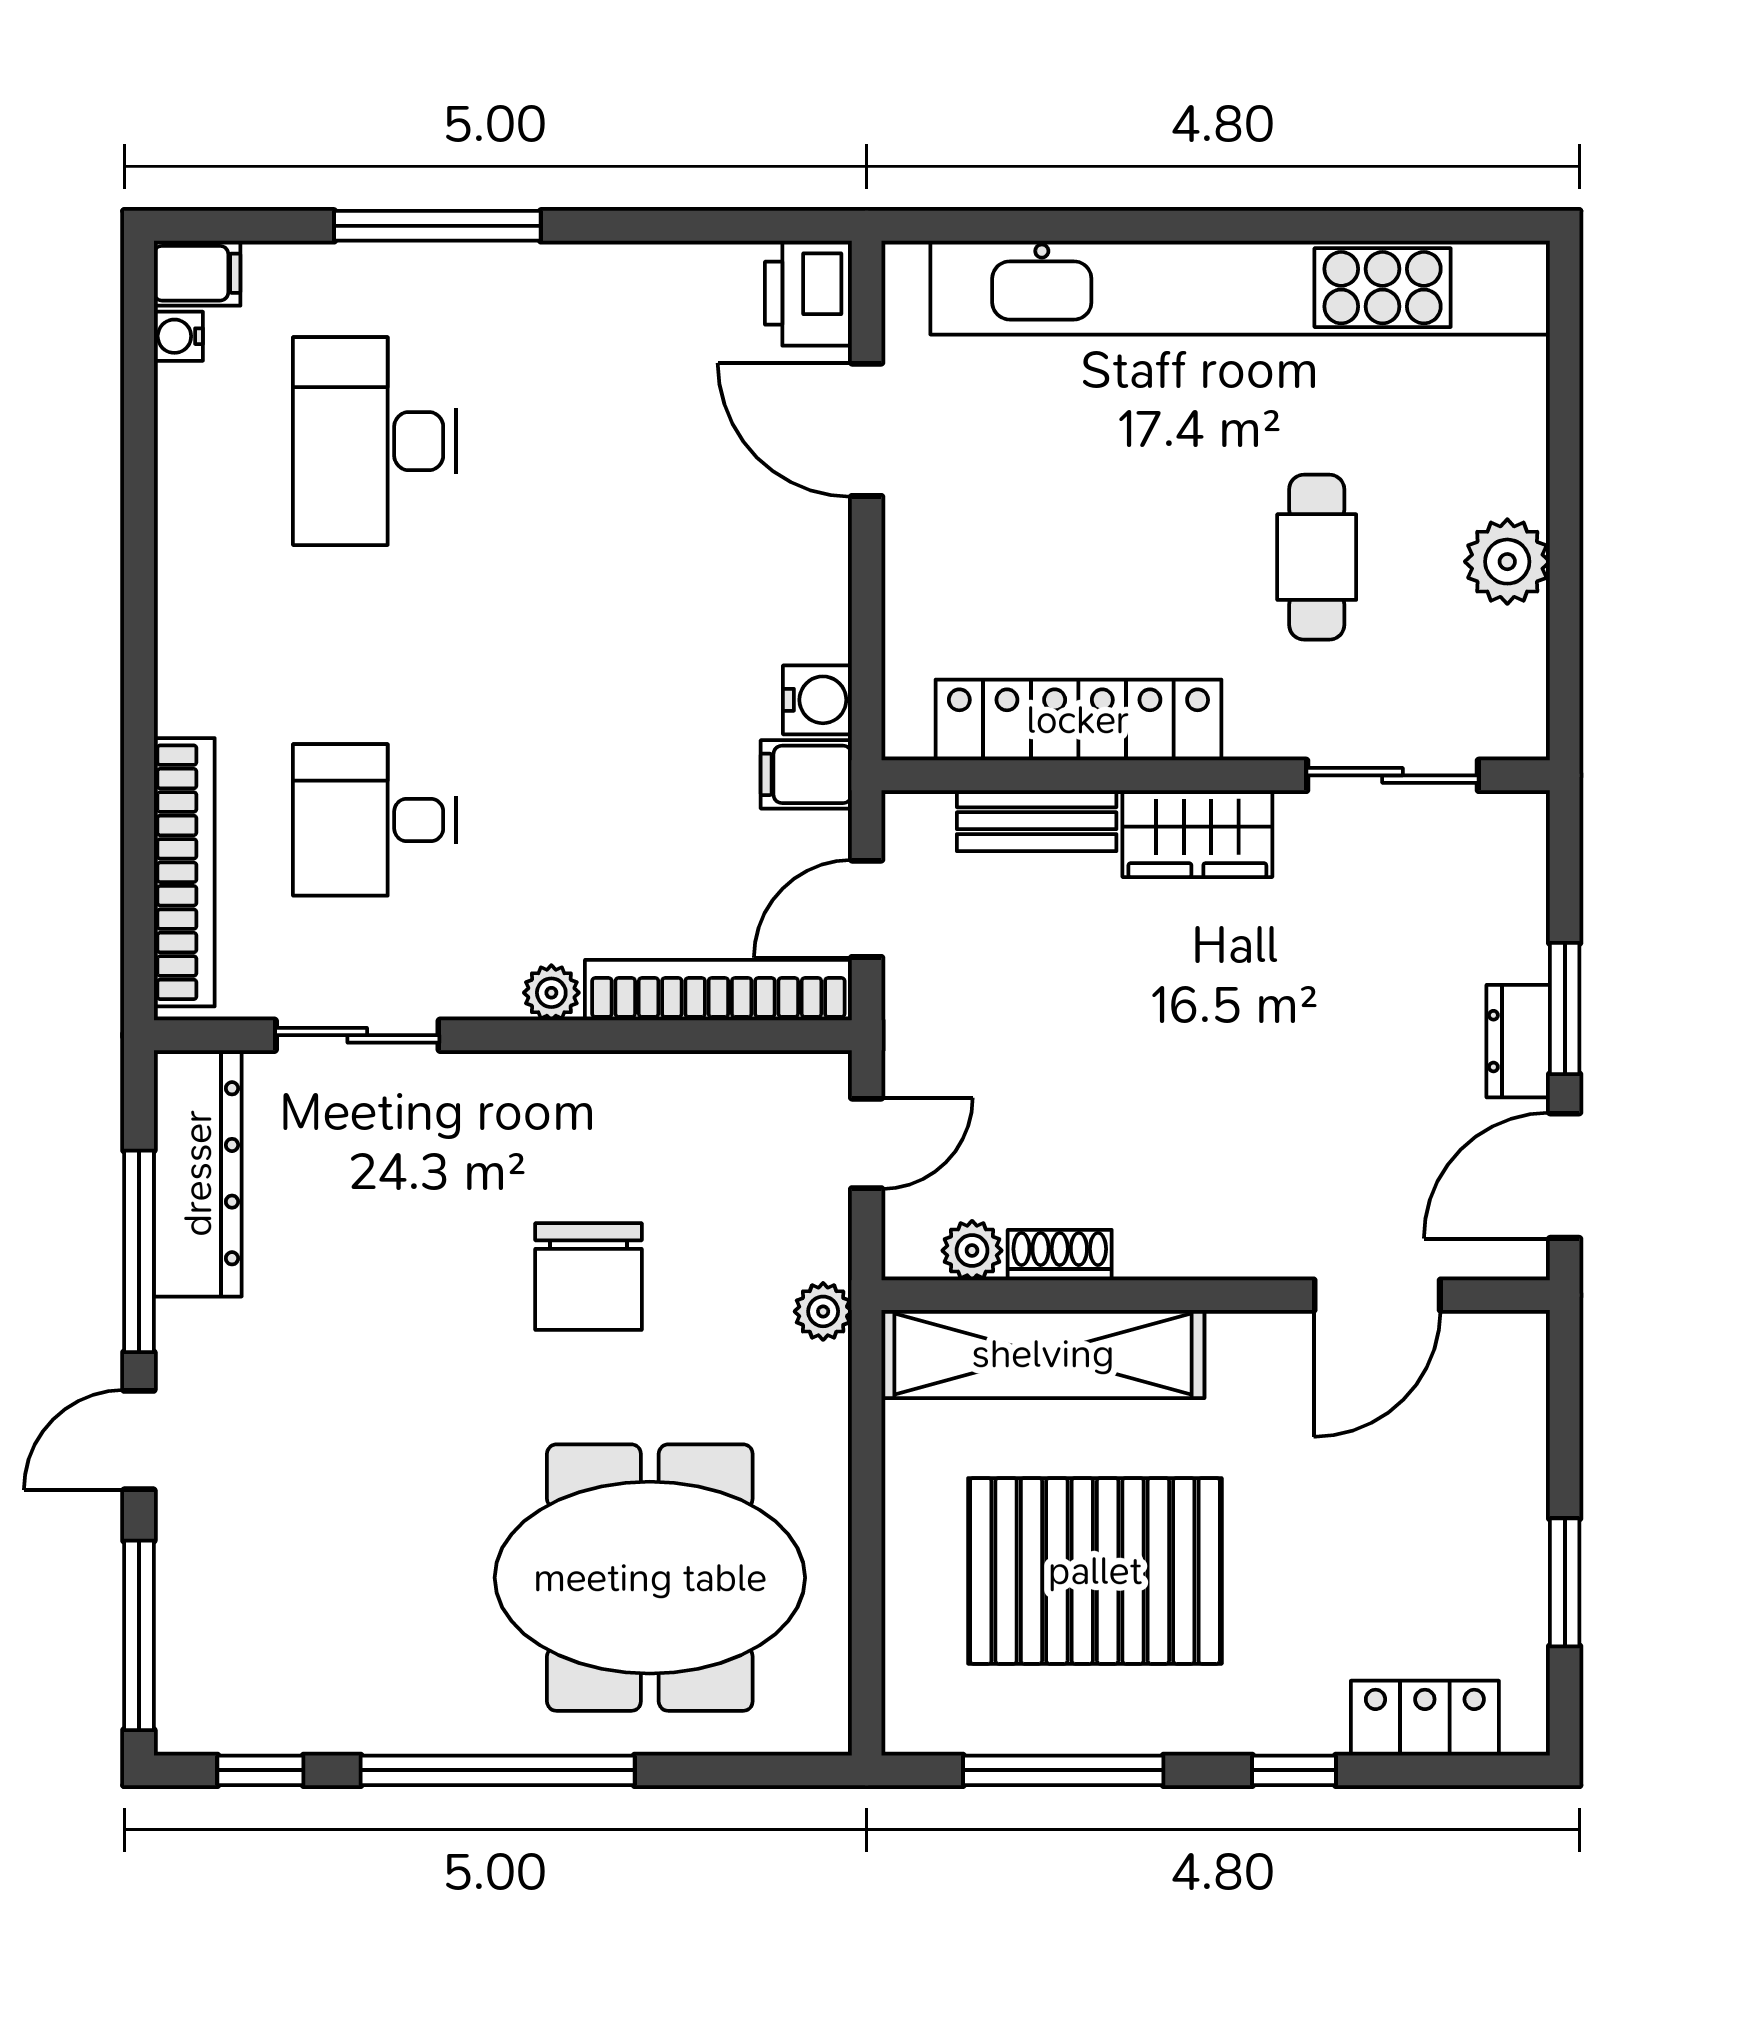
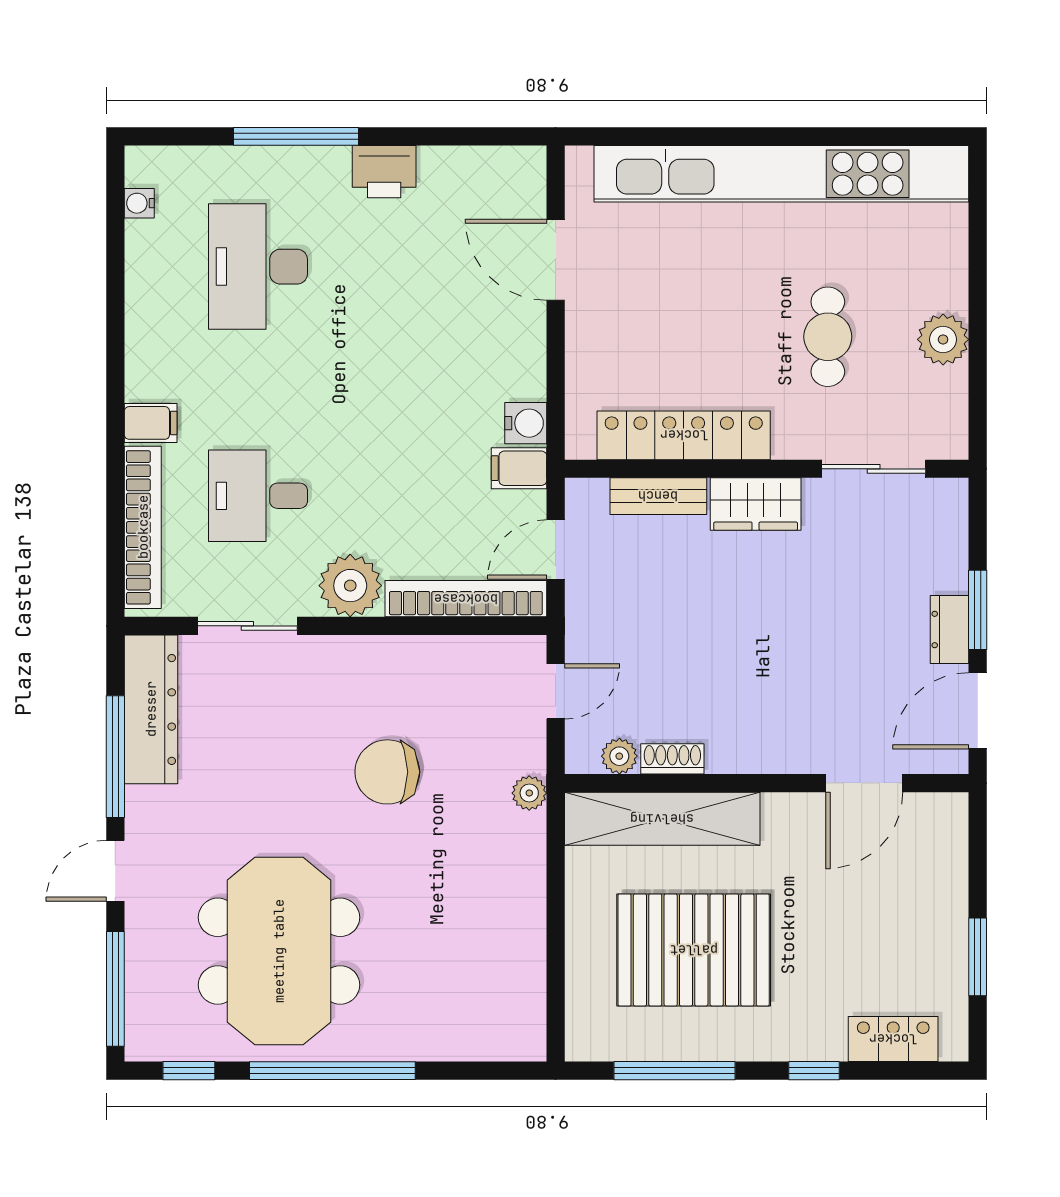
filing cabinet: (197, 273) -> (151, 423), moved
printer: (808, 293) -> (384, 172), moved, turned -90
plant: (551, 993) -> (350, 586), width x1.88, depth x1.88
chair: (588, 1277) -> (387, 772), turned 90
meeting table: (650, 1578) -> (279, 951), moved, turned 90

